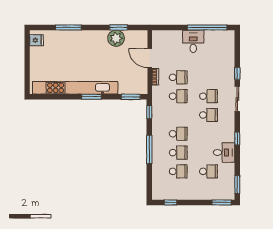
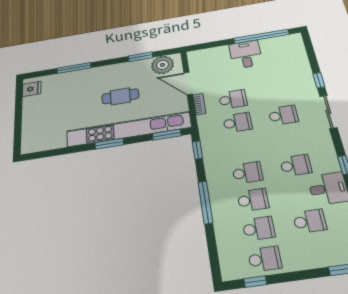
plant: (116, 38) -> (162, 65), moved
cafe table: (101, 60) -> (120, 96), added
kitchen unit: (75, 88) -> (128, 129), moved
school desk: (208, 115) -> (296, 165), moved
school desk: (178, 190) -> (265, 259), added

